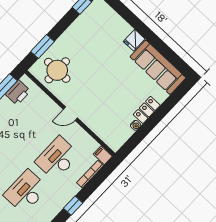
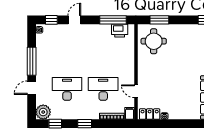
locker: (147, 110) -> (150, 114), moved
door: (70, 114) -> (136, 91), moved

